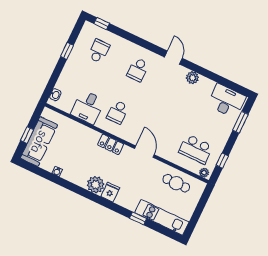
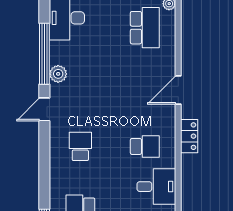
school desk: (138, 70) -> (80, 146), turned -90
window: (210, 75) -> (44, 54), added
cafe table: (176, 183) -> (199, 32), removed

